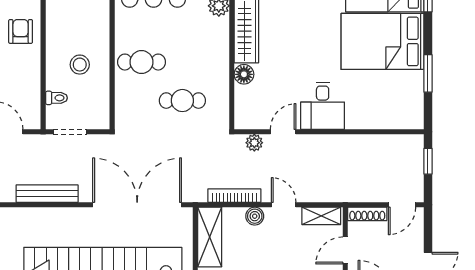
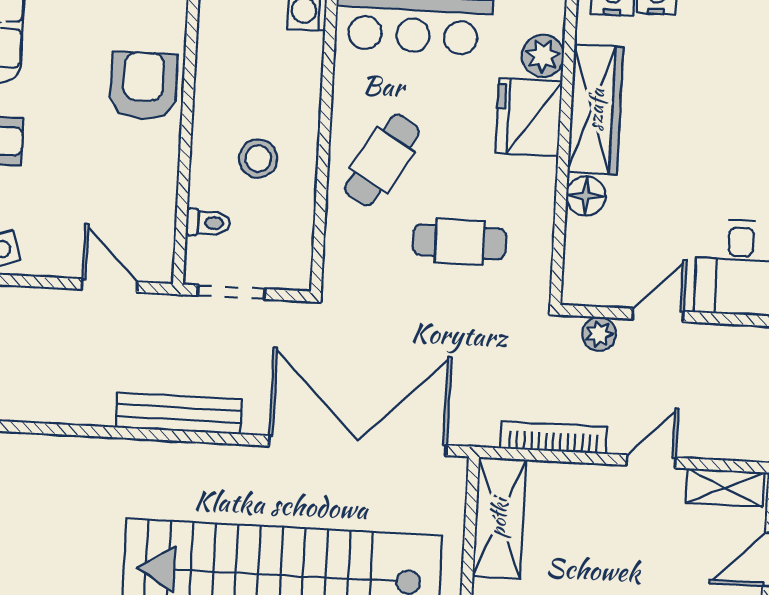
armchair: (21, 31) -> (143, 86), width x1.38, depth x1.38
fridge: (213, 37) -> (529, 117), added
cafe table: (142, 62) -> (382, 160), turned -59
door: (284, 205) -> (651, 461), hinge flipped
boiler: (255, 216) -> (592, 481), removed

